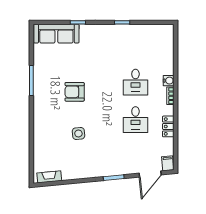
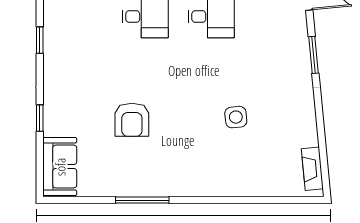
sofa: (56, 34) -> (60, 167), width x0.73
armchair: (75, 92) -> (132, 120), moved

